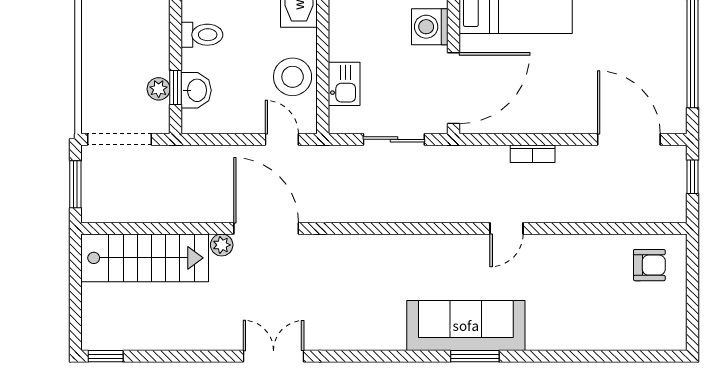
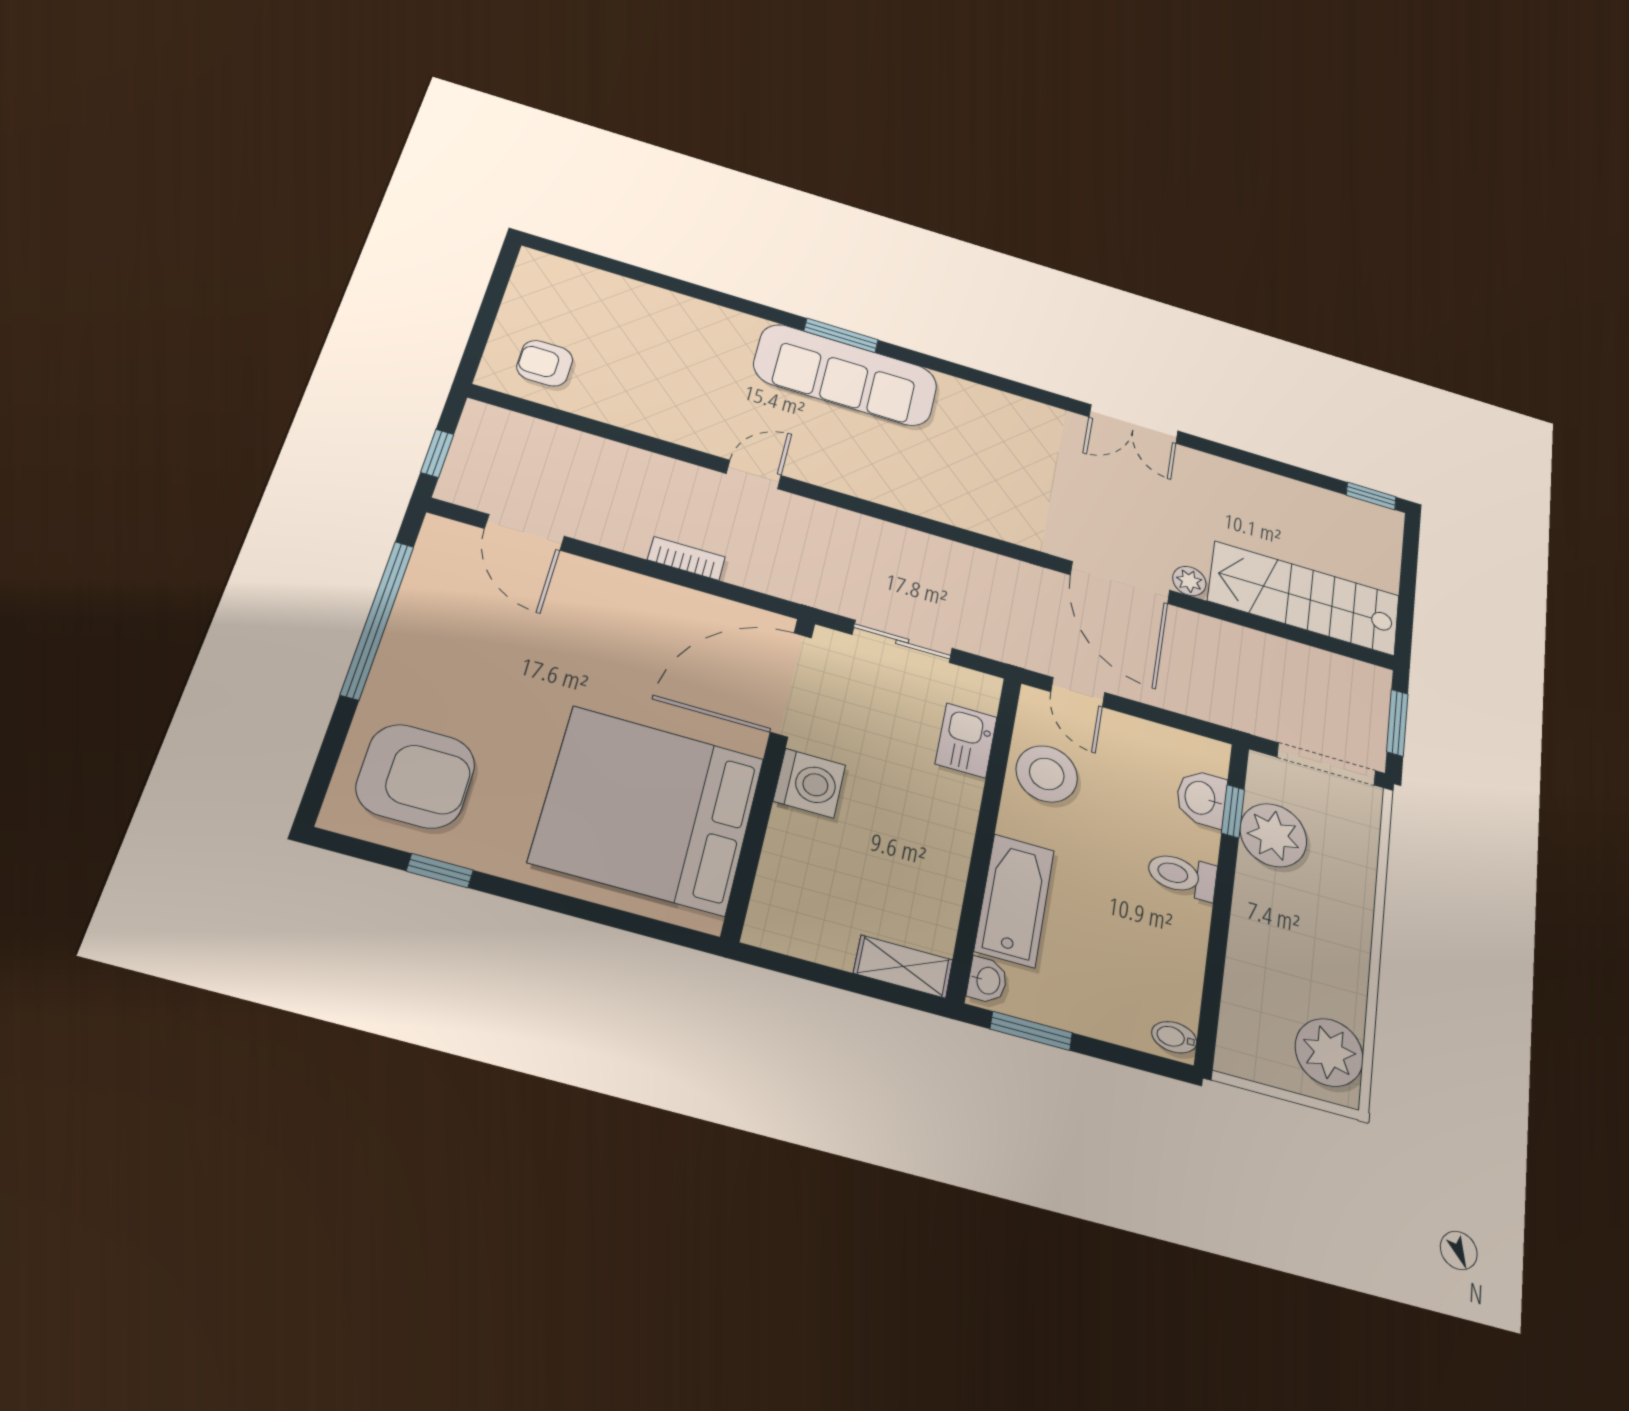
plant: (159, 89) -> (1273, 835), width x1.87, depth x1.87
door: (629, 139) -> (524, 532), width x0.73

